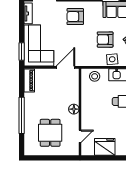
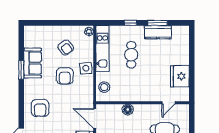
floor lamp: (74, 109) -> (128, 109), moved
door: (80, 136) -> (169, 103), swing flipped

